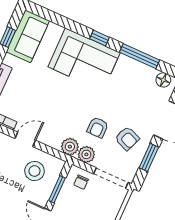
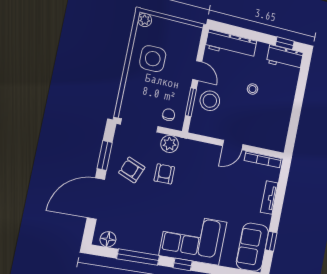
plant: (70, 147) -> (188, 148), removed
stool: (35, 171) -> (210, 101), moved

